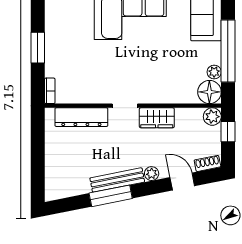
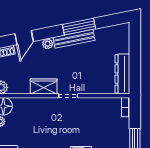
dresser: (81, 117) -> (122, 74), moved, turned -90
door: (182, 182) -> (24, 38), hinge flipped

